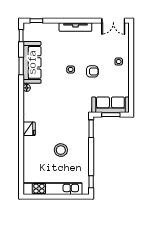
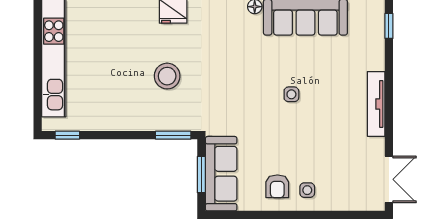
double door: (113, 21) -> (389, 179), swing flipped
armchair: (92, 71) -> (277, 186), moved
stool: (61, 150) -> (167, 76), moved

